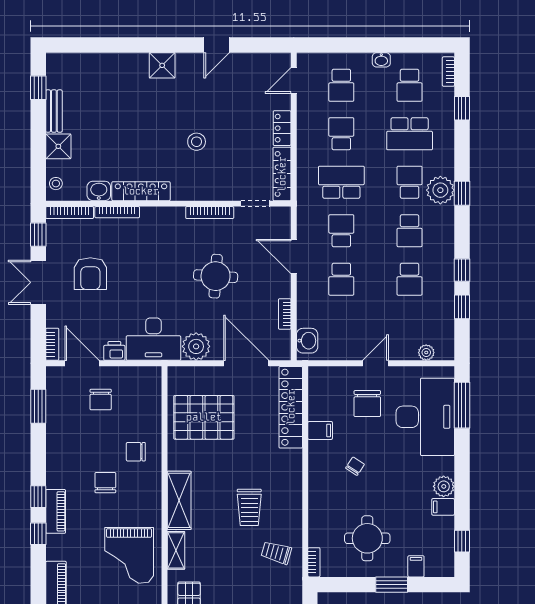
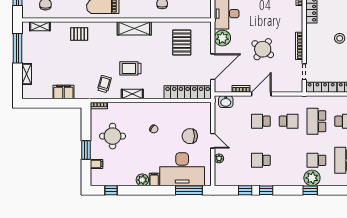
school desk: (341, 182) -> (316, 121), turned 180
school desk: (410, 182) -> (316, 160), turned 180
school desk: (410, 231) -> (289, 160), removed
door: (294, 256) -> (261, 94), moved
round table: (216, 276) -> (263, 49), turned 32
plant: (426, 352) -> (219, 158), moved
pallet: (204, 417) -> (182, 43), width x0.73, depth x0.71
filing cabinet: (320, 430) -> (174, 109), removed
filing cabinet: (443, 507) -> (154, 179), moved
shelving: (176, 550) -> (132, 94), moved

